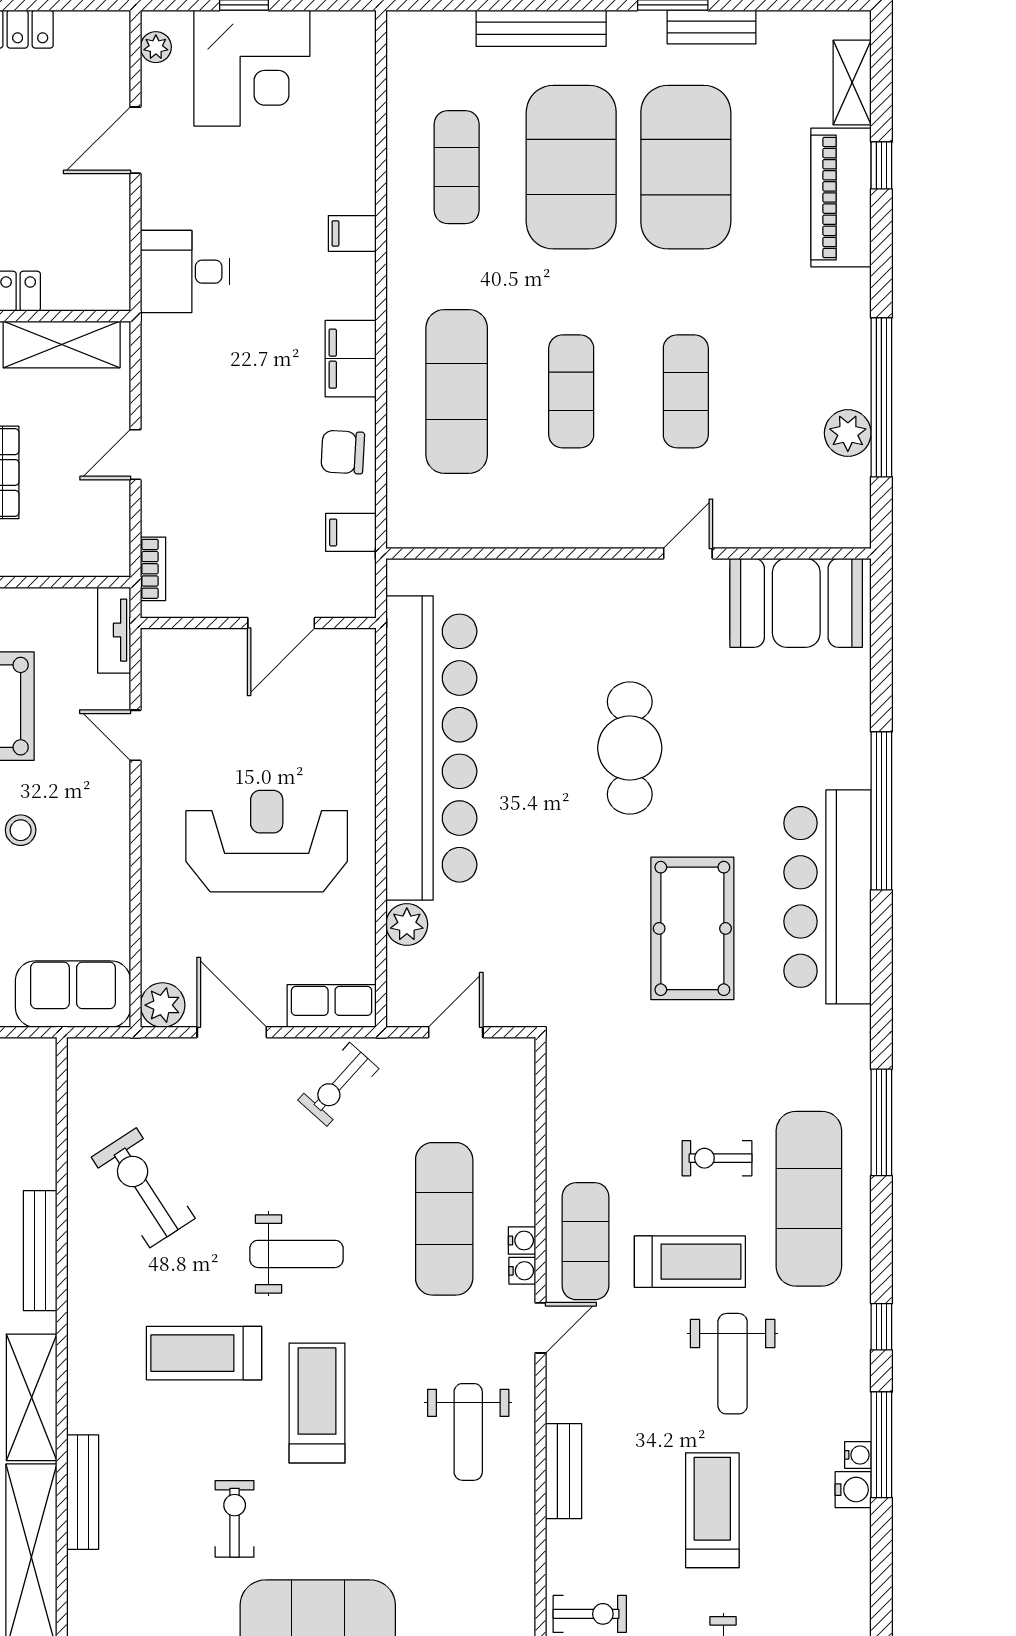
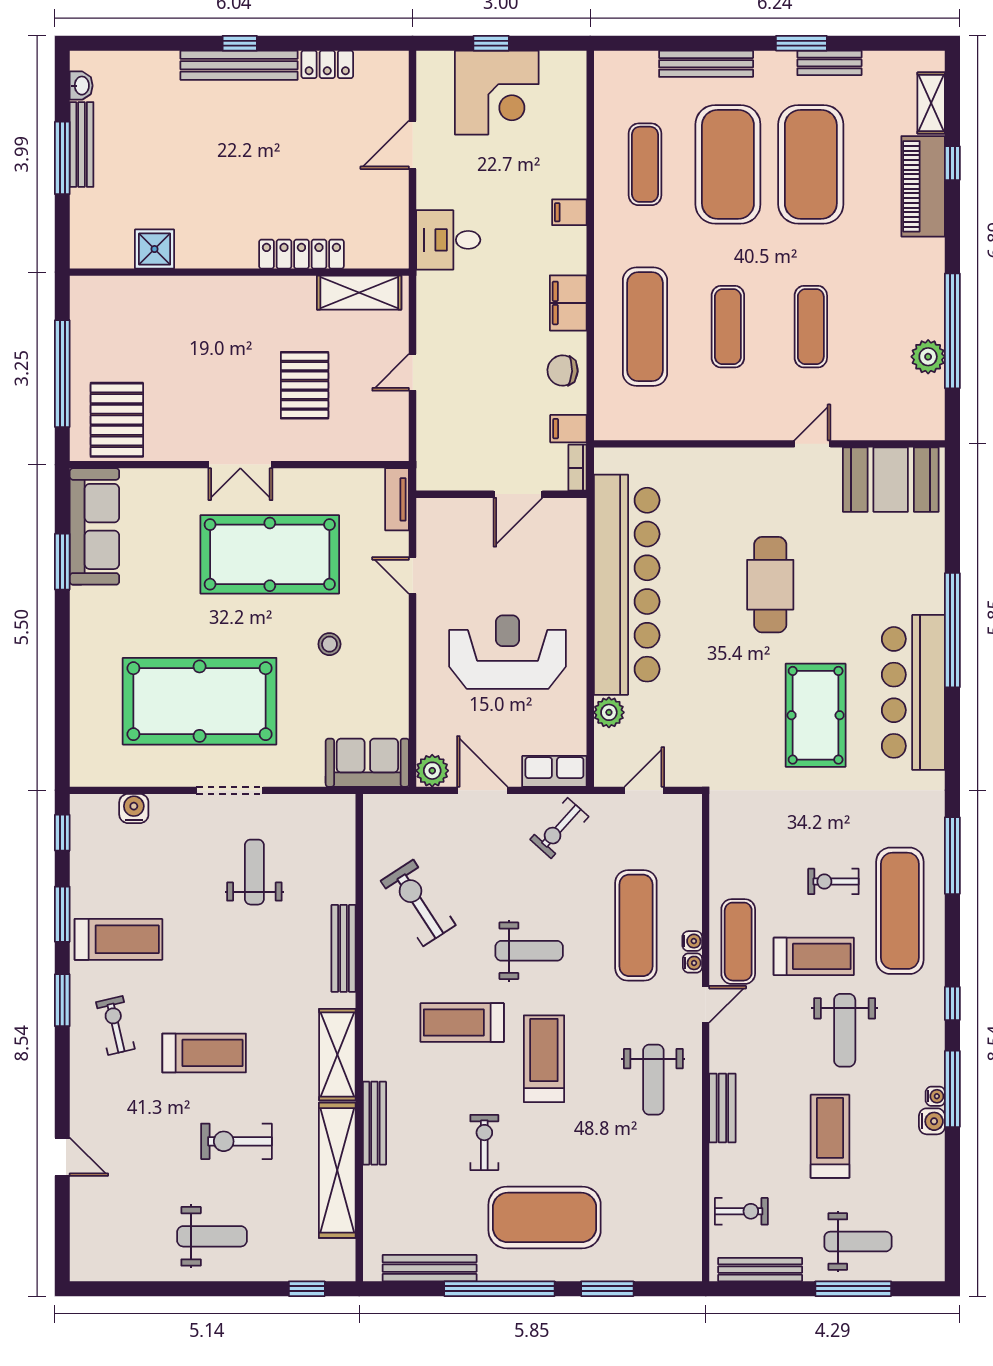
plant: (156, 47) -> (427, 77), removed
bookcase: (153, 569) -> (577, 468), moved, turned 180

